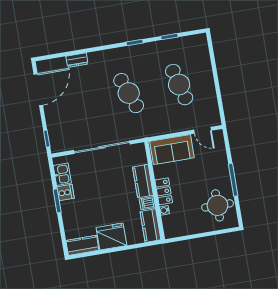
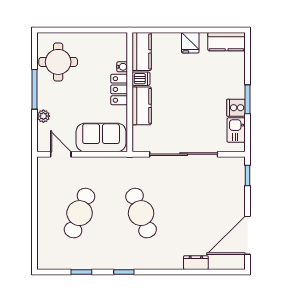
cafe table: (179, 85) -> (80, 213), turned 36
plant: (222, 159) -> (43, 116), added
fridge: (111, 237) -> (190, 43), width x0.53, depth x0.75

